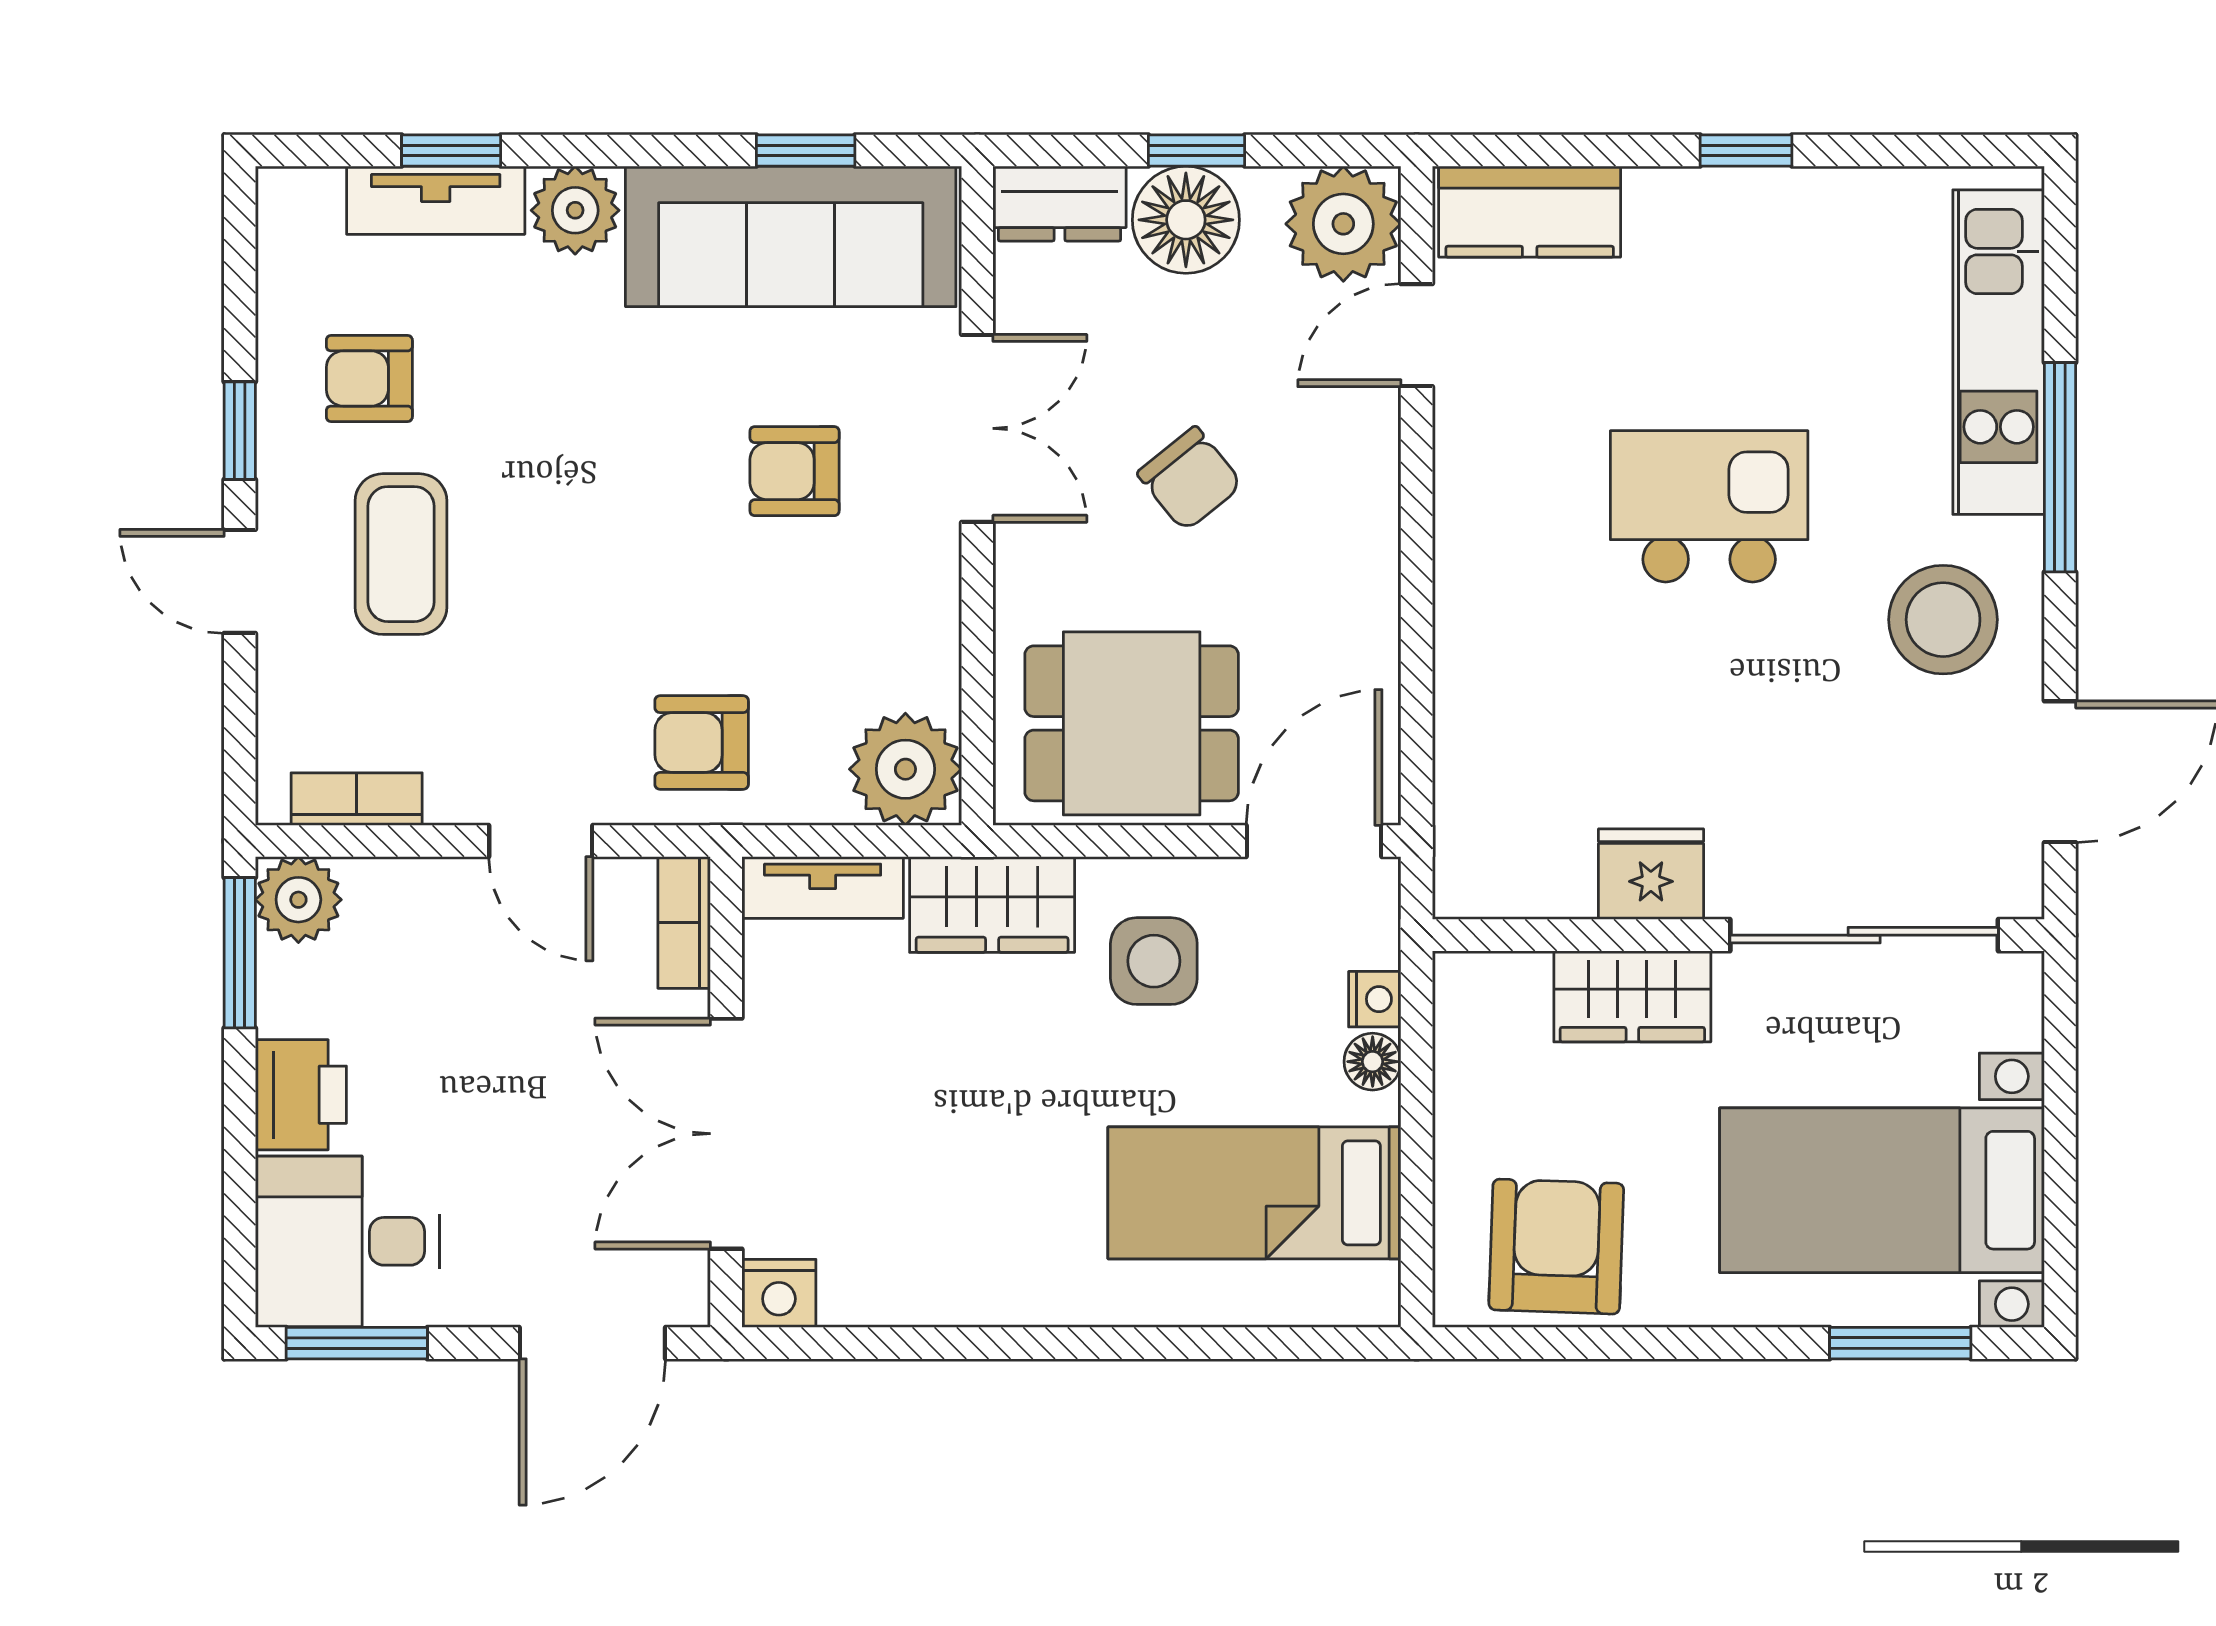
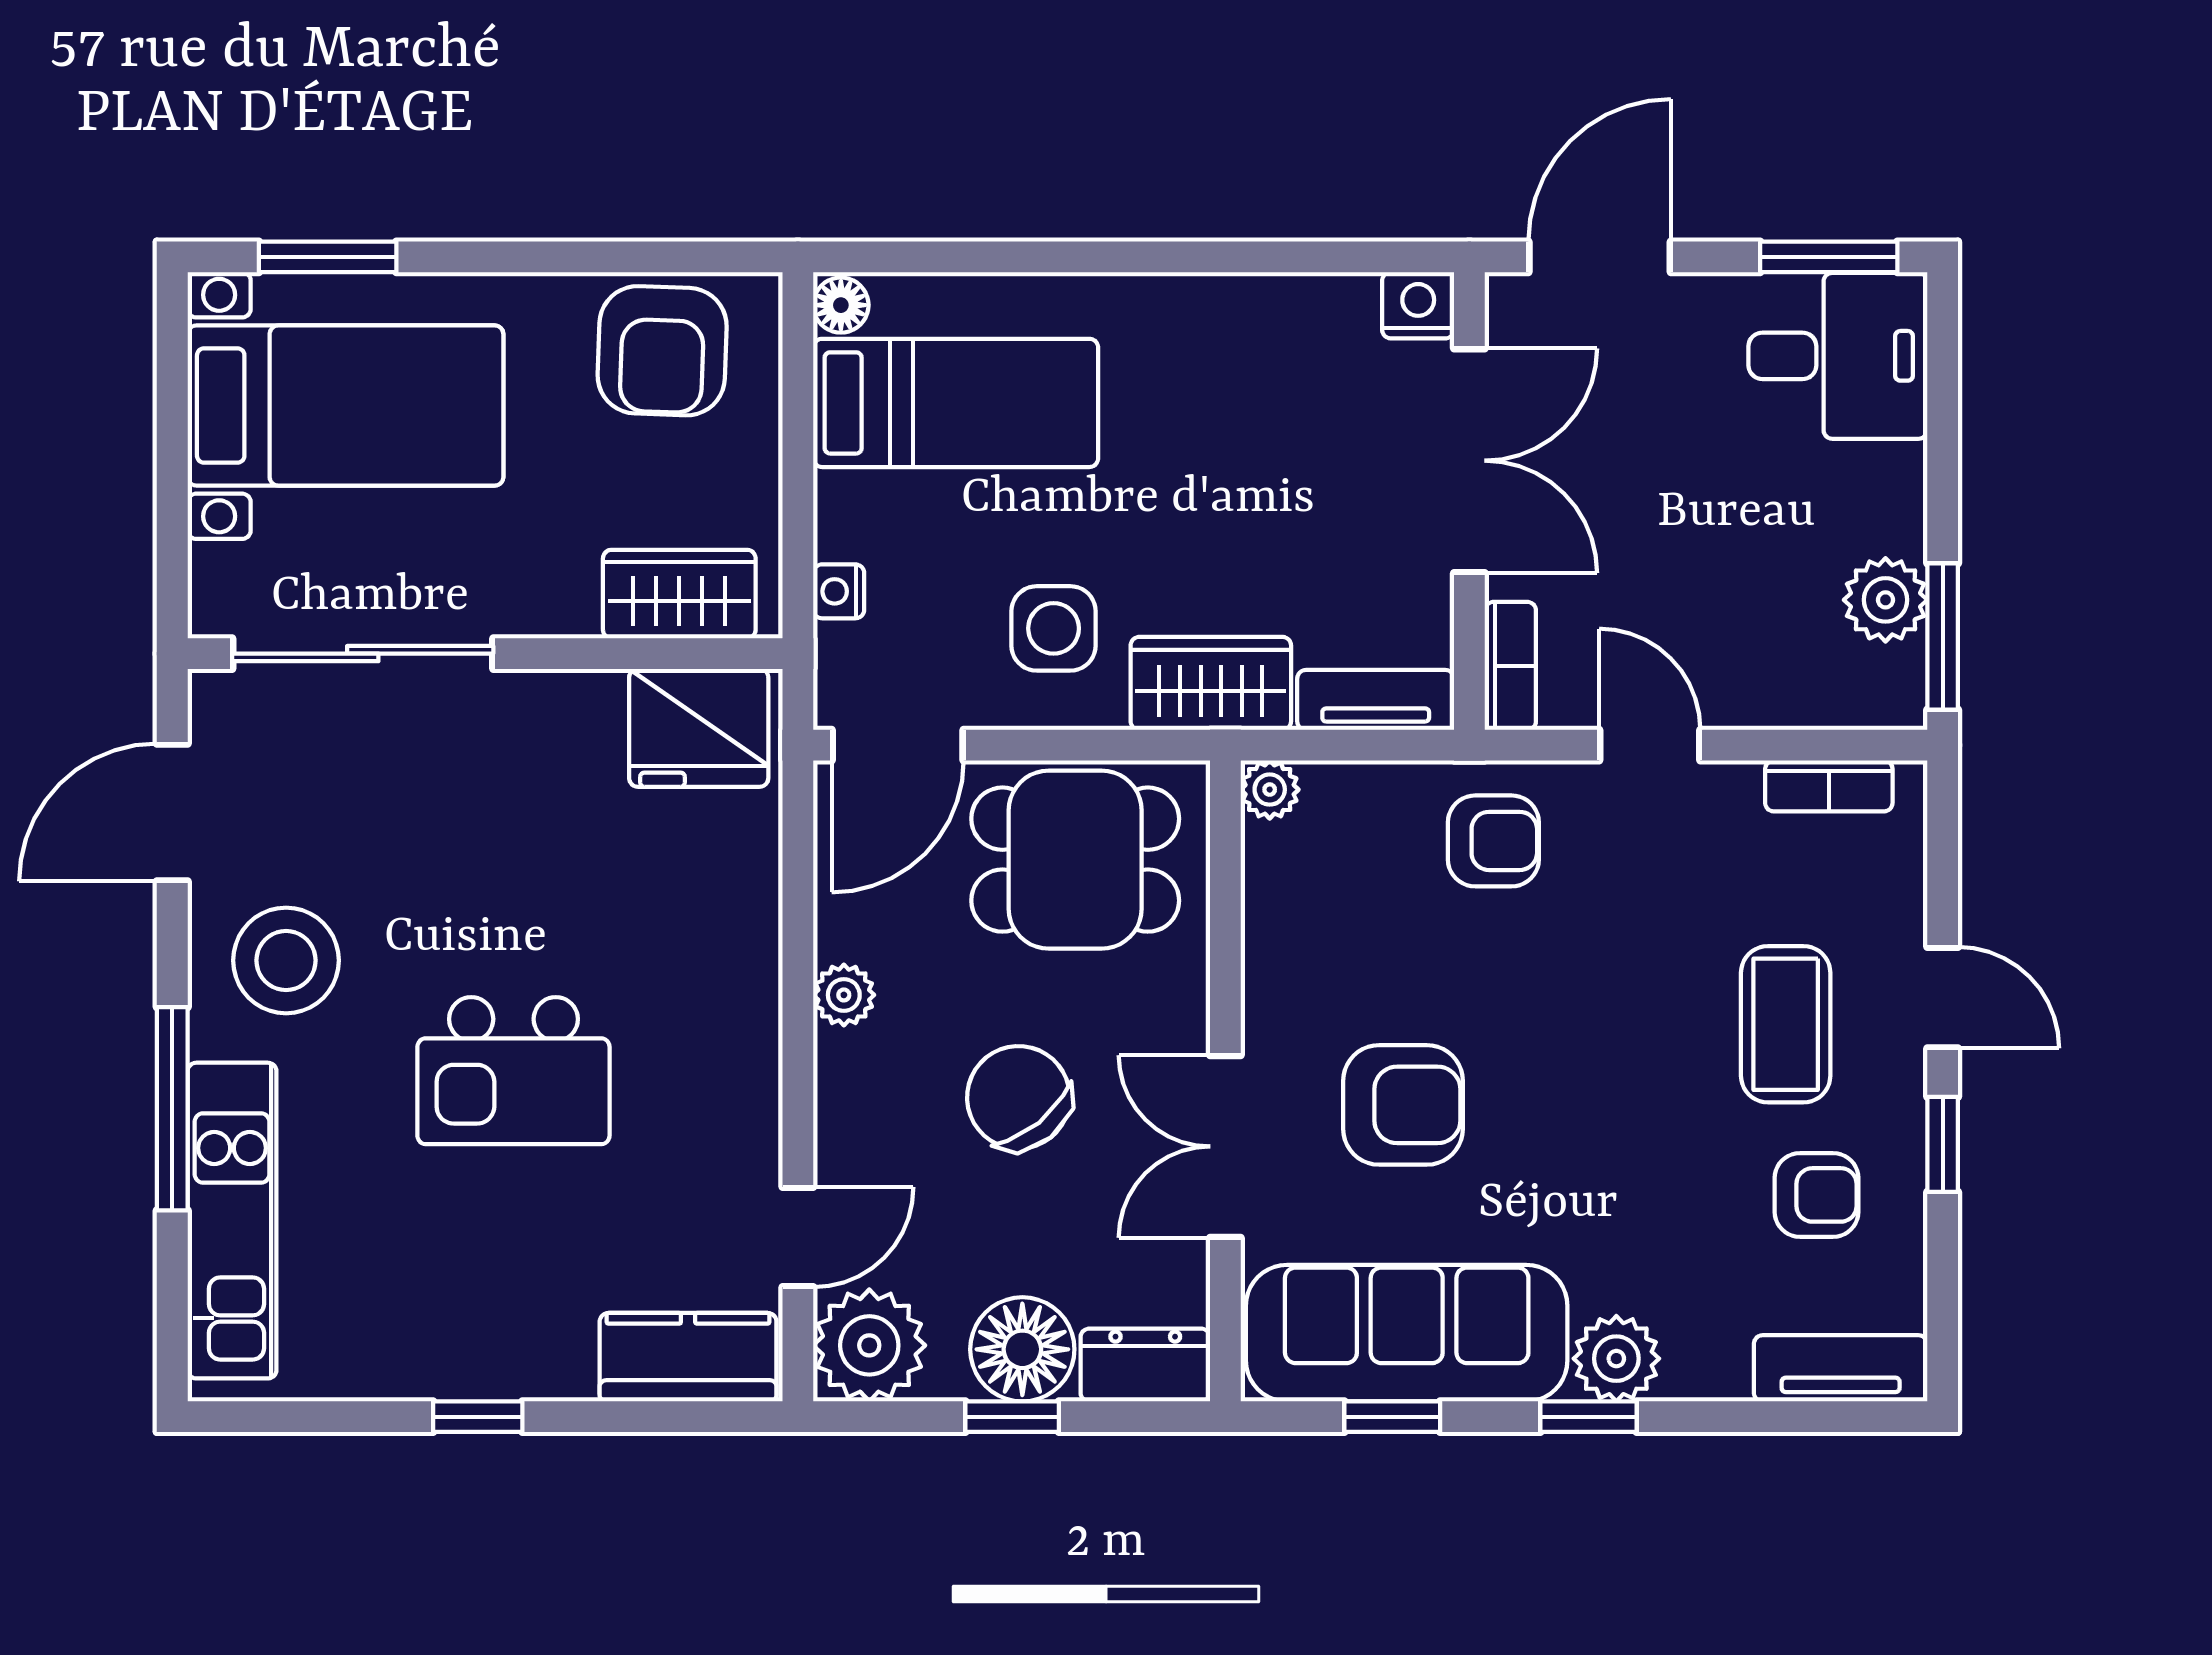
window: (451, 151) -> (1588, 1417), moved
tv unit: (436, 200) -> (1841, 1368), moved
armchair: (795, 471) -> (1403, 1105), width x1.38, depth x1.38
chair: (1190, 479) -> (1018, 1097), width x1.37, depth x1.37
plant: (1369, 584) -> (844, 995), added
plant: (905, 769) -> (1270, 790), width x0.53, depth x0.53
fridge: (1651, 874) -> (699, 728), moved, width x1.36, depth x1.34
plant: (298, 900) -> (1885, 600), moved
wardrobe: (1632, 996) -> (679, 594), moved
floor lamp: (1373, 1062) -> (841, 305), moved
printer: (301, 1095) -> (1883, 498), removed

